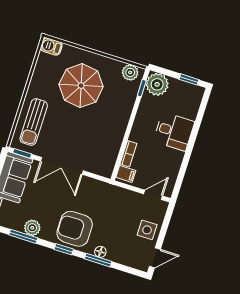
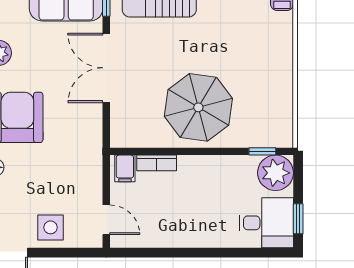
plant: (130, 72) -> (281, 126), removed
parasol: (81, 86) -> (198, 107), moved
desk: (174, 131) -> (266, 223), moved, turned -90

